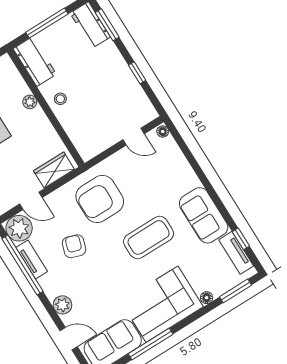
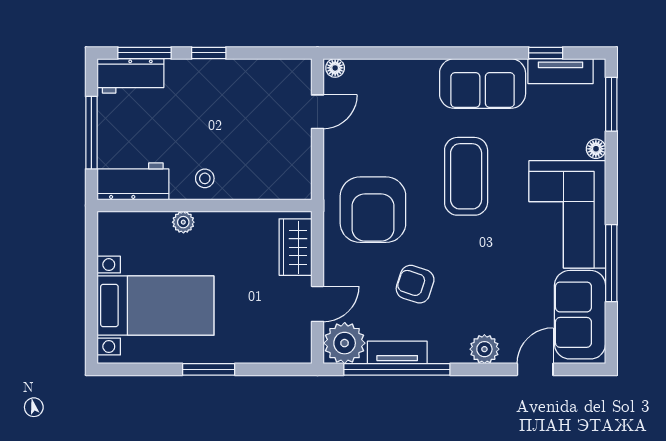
window: (137, 73) -> (209, 53), moved

